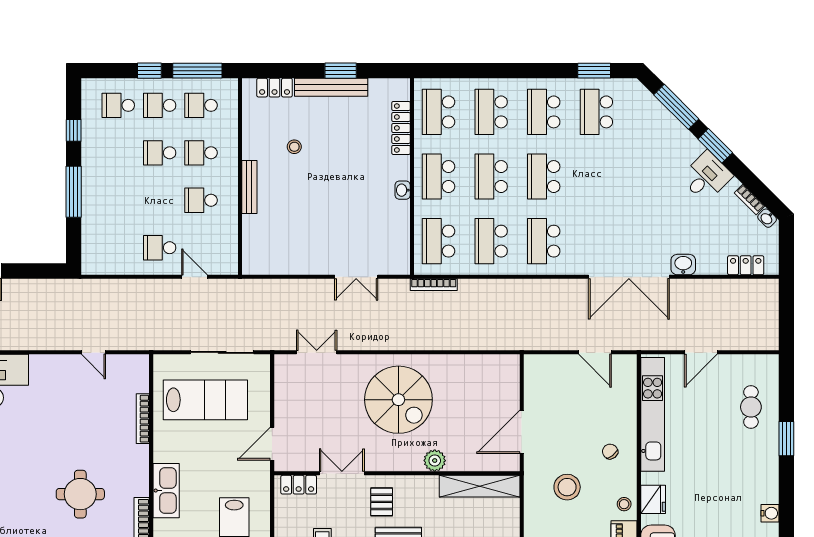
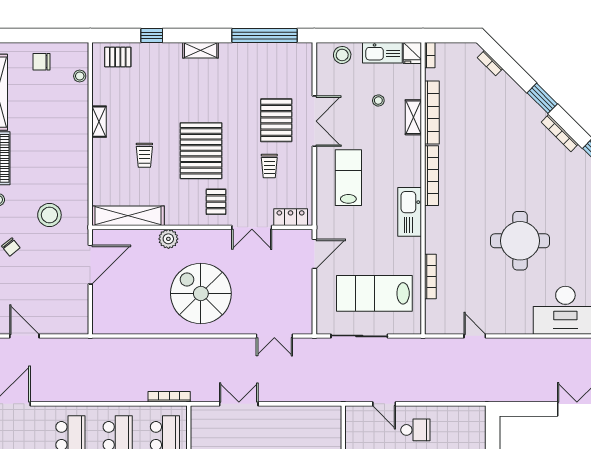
round table: (80, 494) -> (520, 241), moved, width x1.36, depth x1.36

